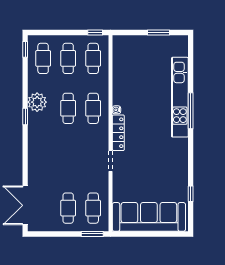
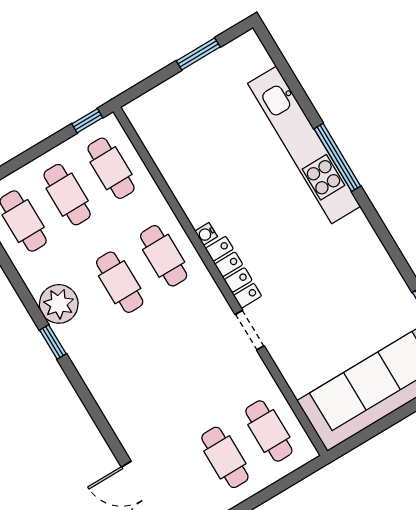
window: (92, 234) -> (295, 477), removed

